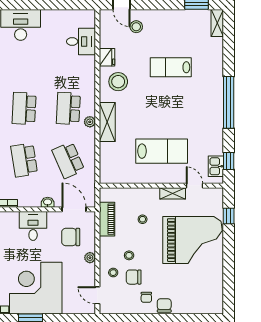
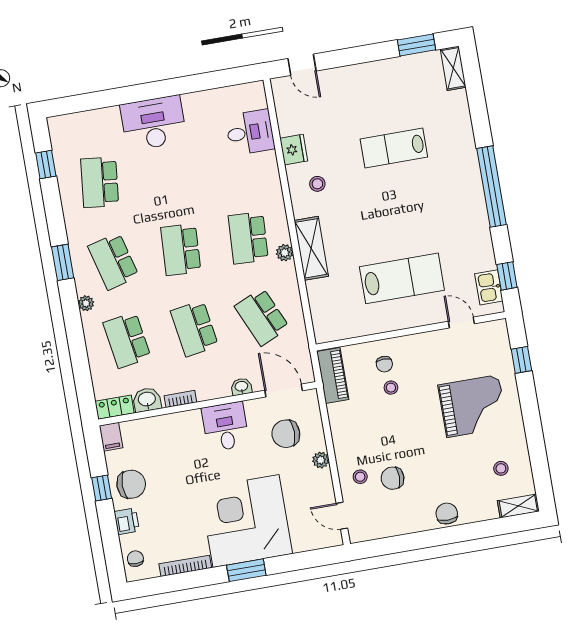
stool: (136, 27) -> (330, 95), removed
stool: (118, 82) -> (317, 184), width x0.53, depth x0.53
shelving: (173, 193) -> (518, 506), moved
piano: (107, 219) -> (333, 375), moved
grand piano: (193, 240) -> (473, 406), width x0.73, depth x0.68
stool: (129, 255) -> (501, 468), moved
chair: (146, 297) -> (384, 364), moved

